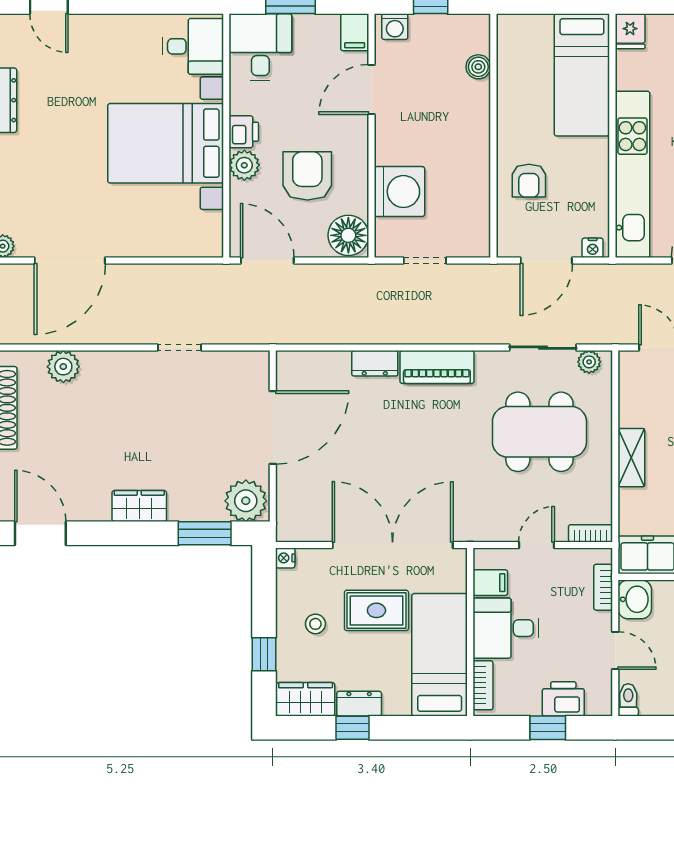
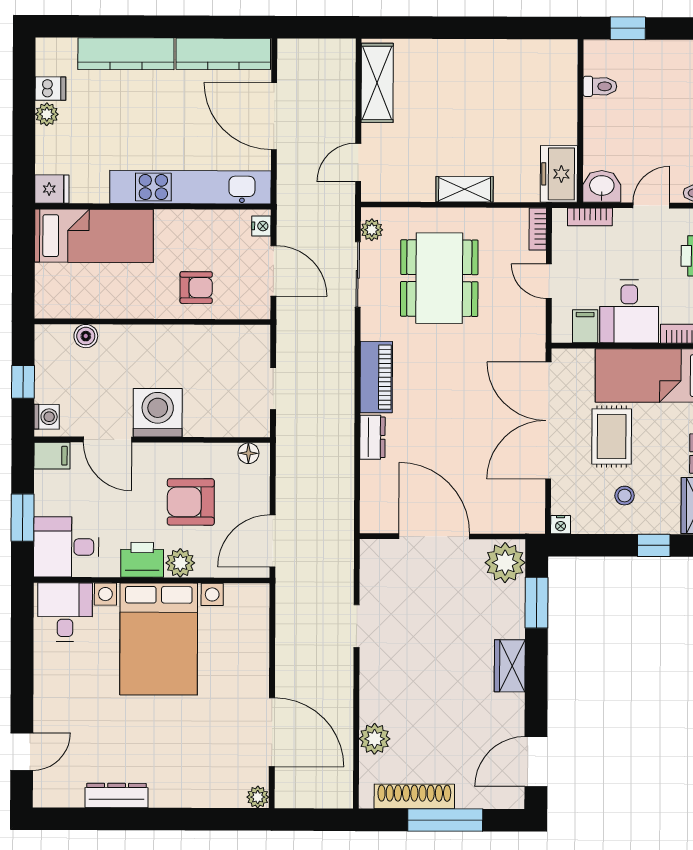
printer: (244, 132) -> (142, 560), width x1.36, depth x1.24
washing machine: (399, 192) -> (158, 413), moved
floor lamp: (348, 235) -> (248, 453), width x0.53, depth x0.53

